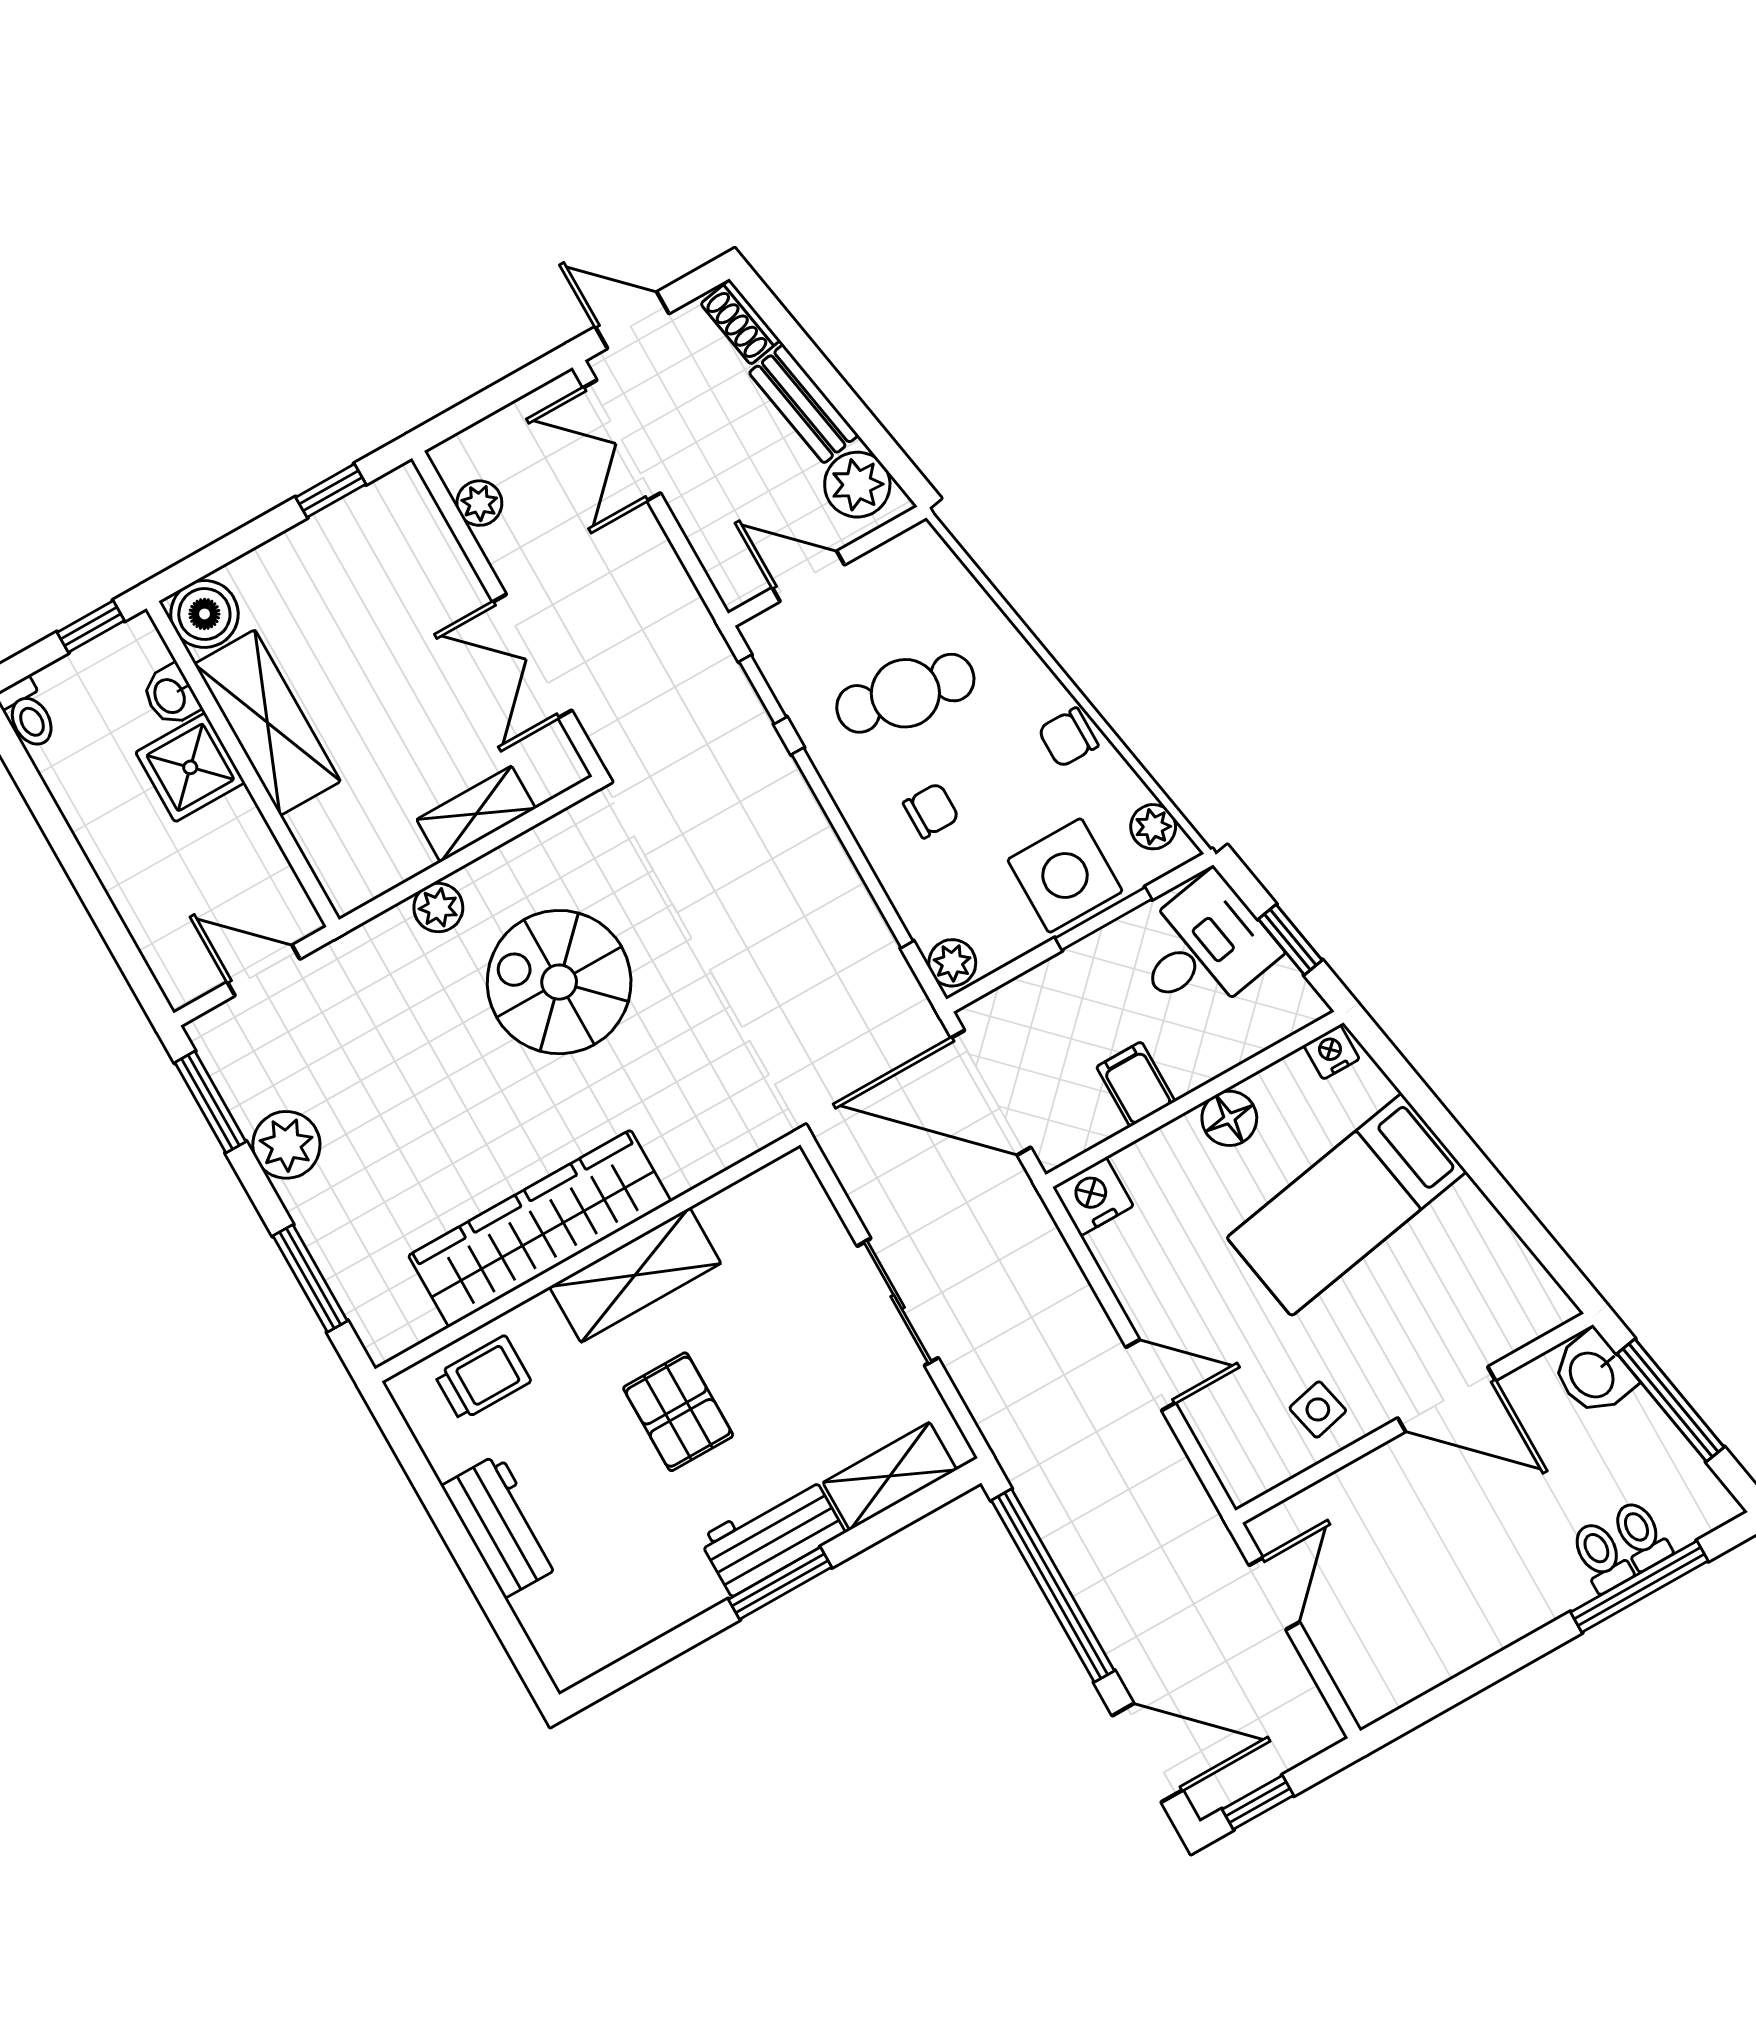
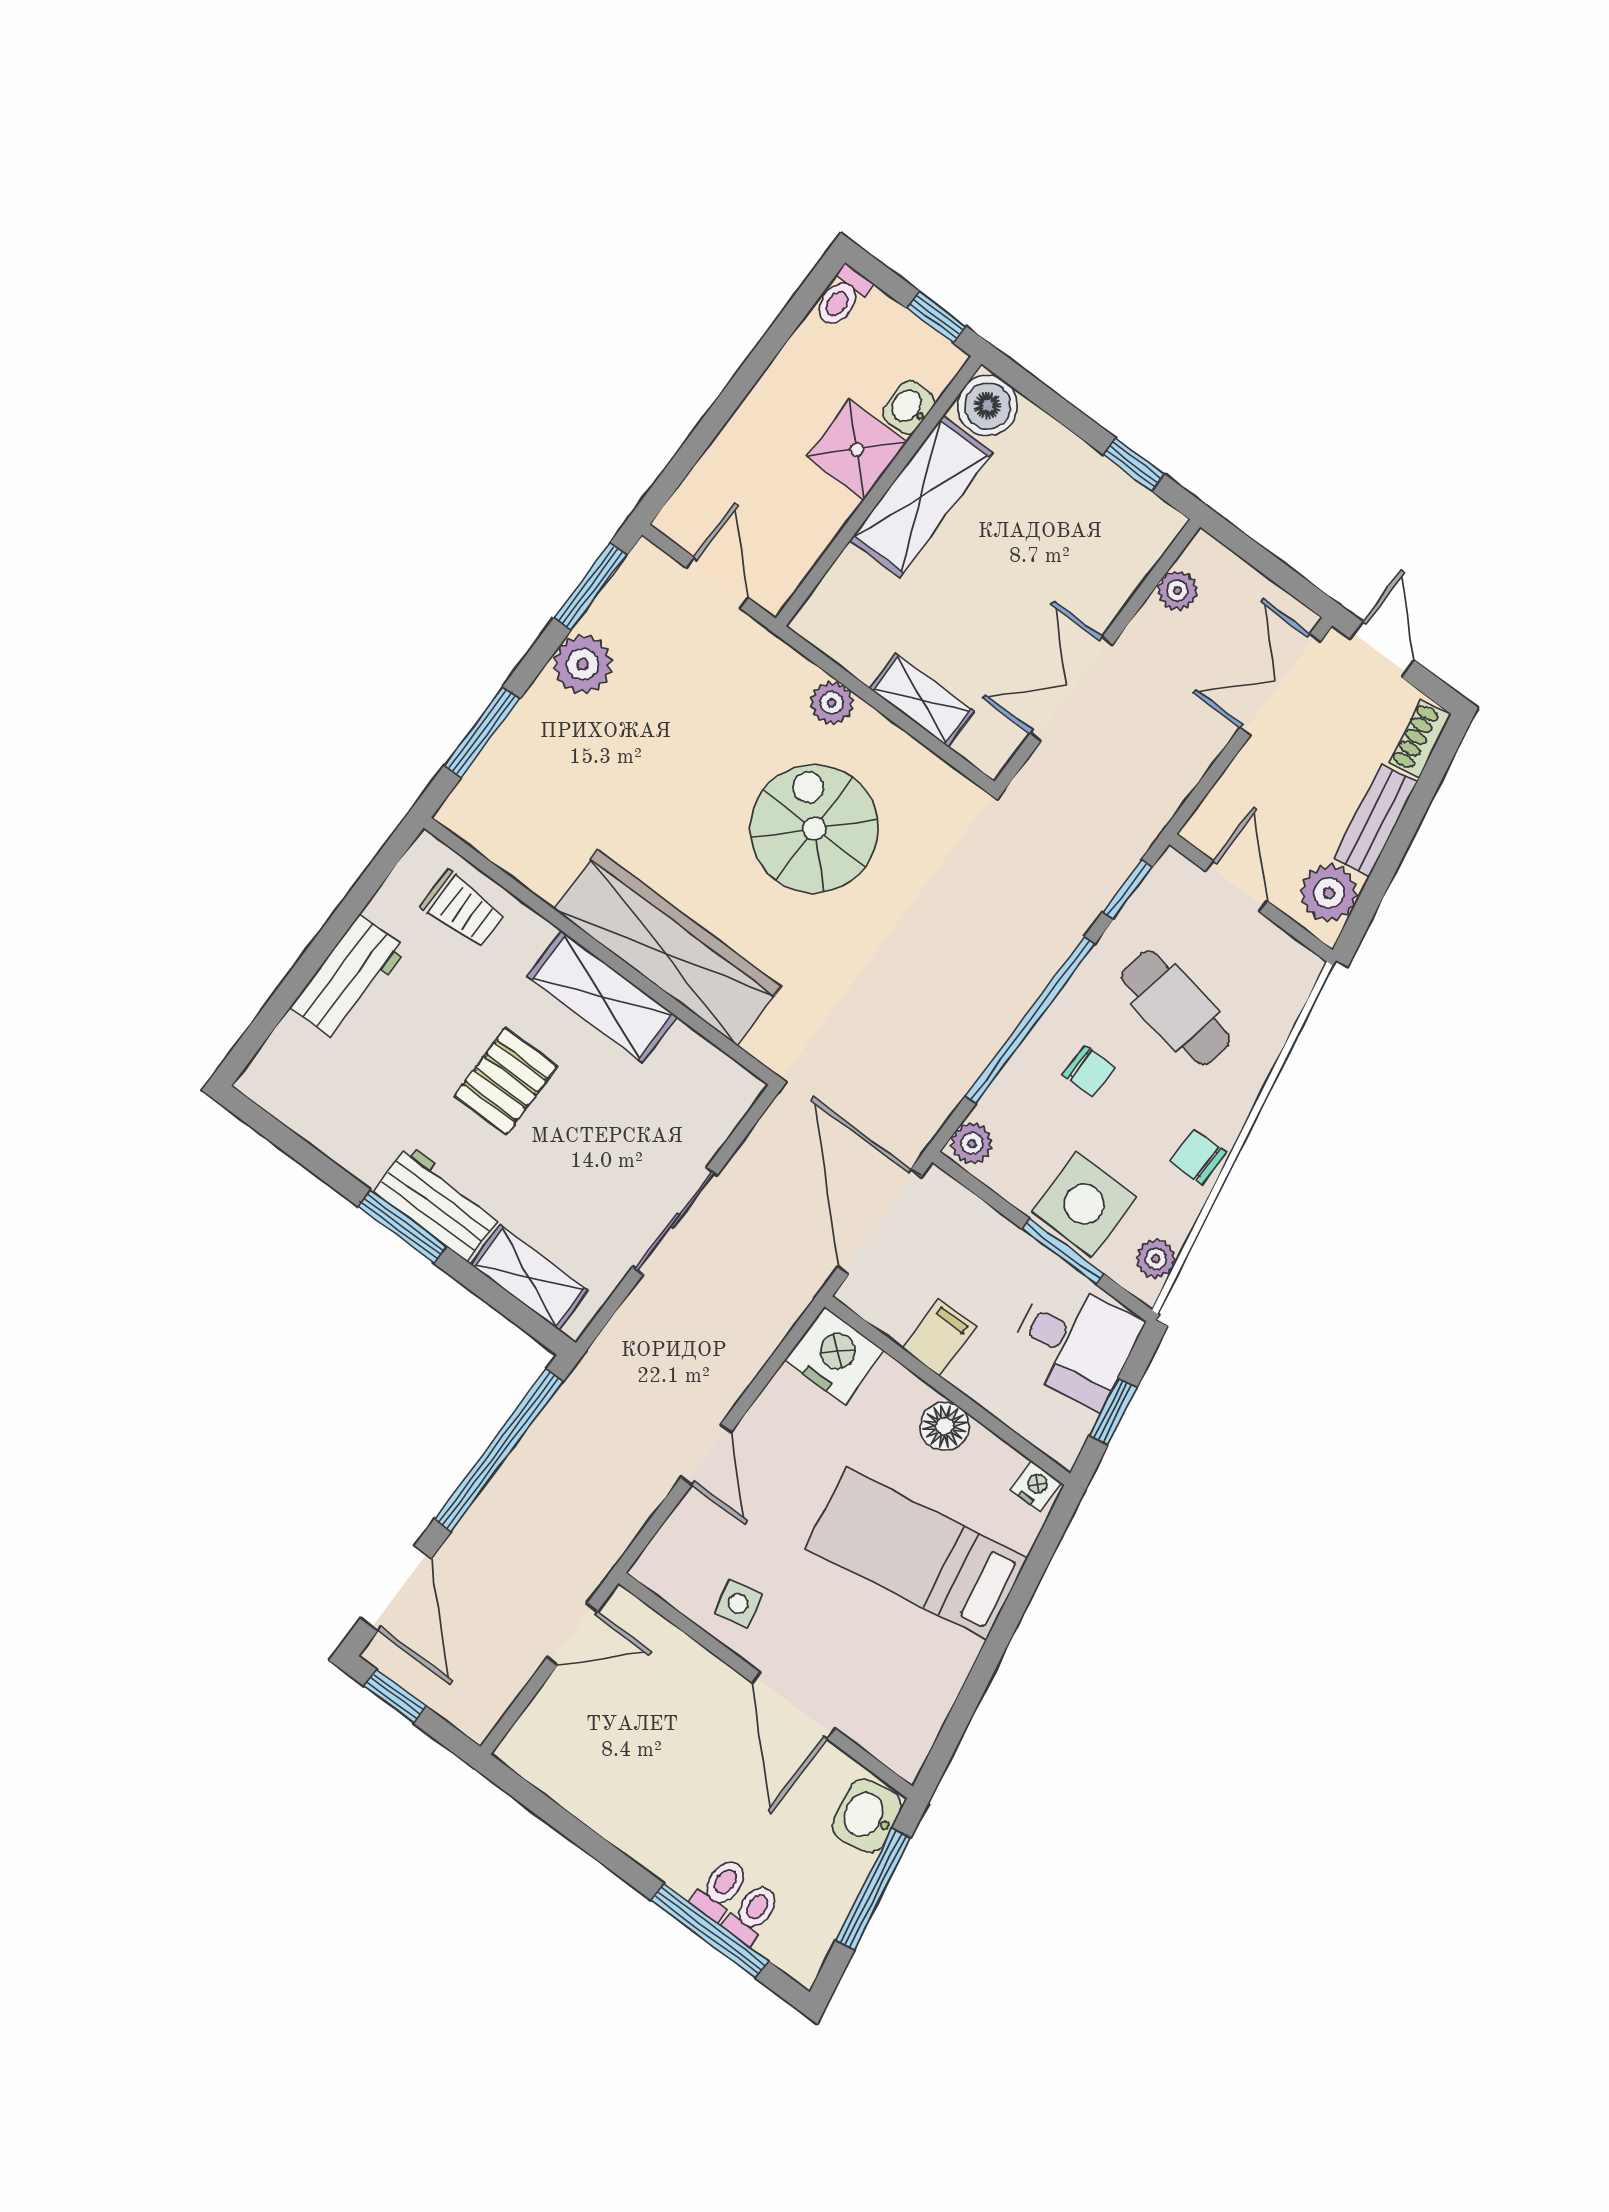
nightstand: (1093, 1197) -> (834, 1355), width x1.36, depth x1.33
wardrobe: (540, 1228) -> (668, 948), moved

